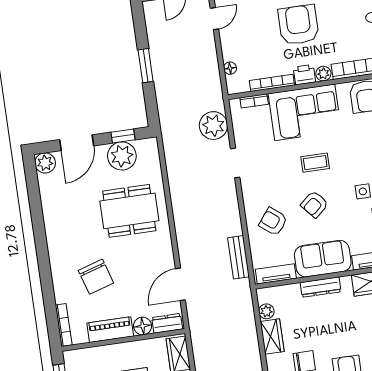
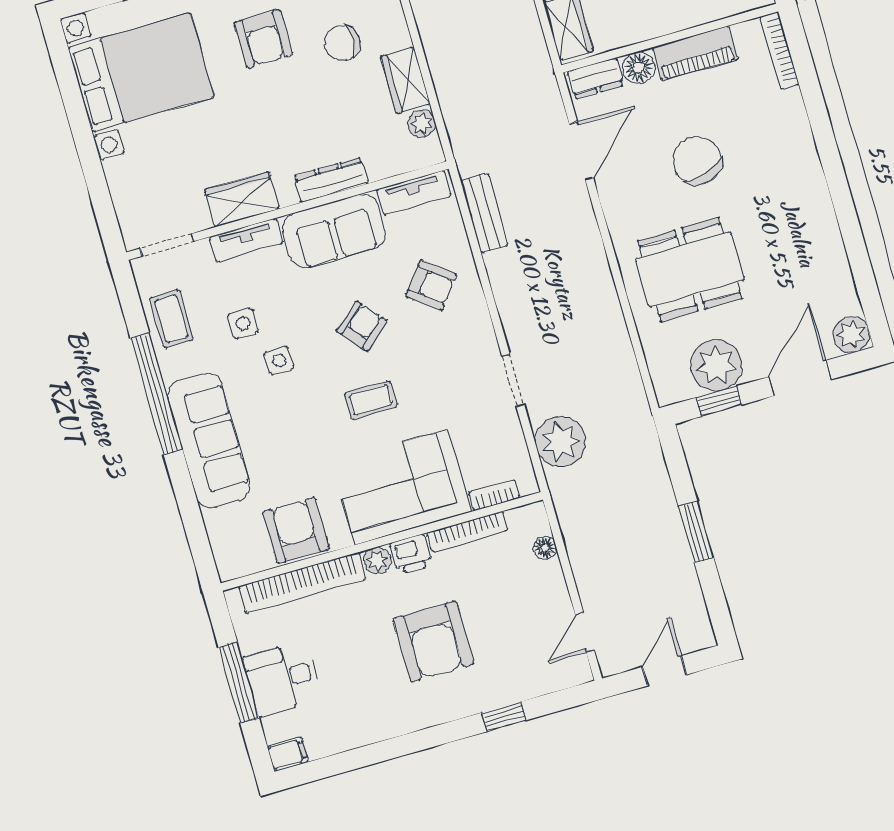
chair: (96, 277) -> (697, 161), moved

